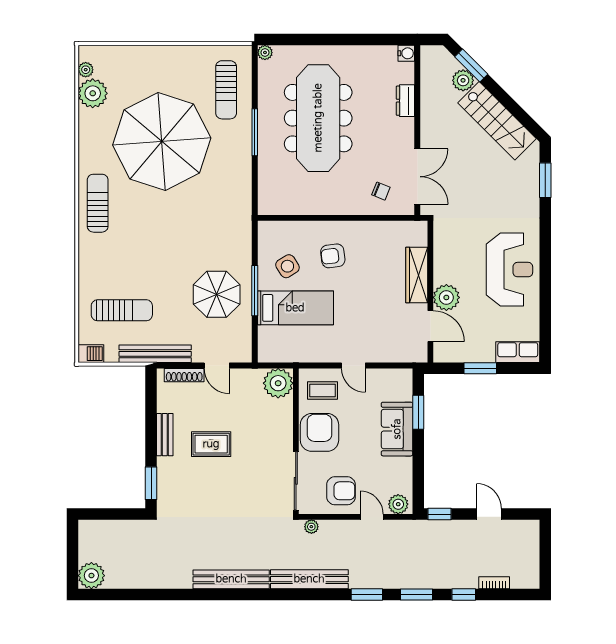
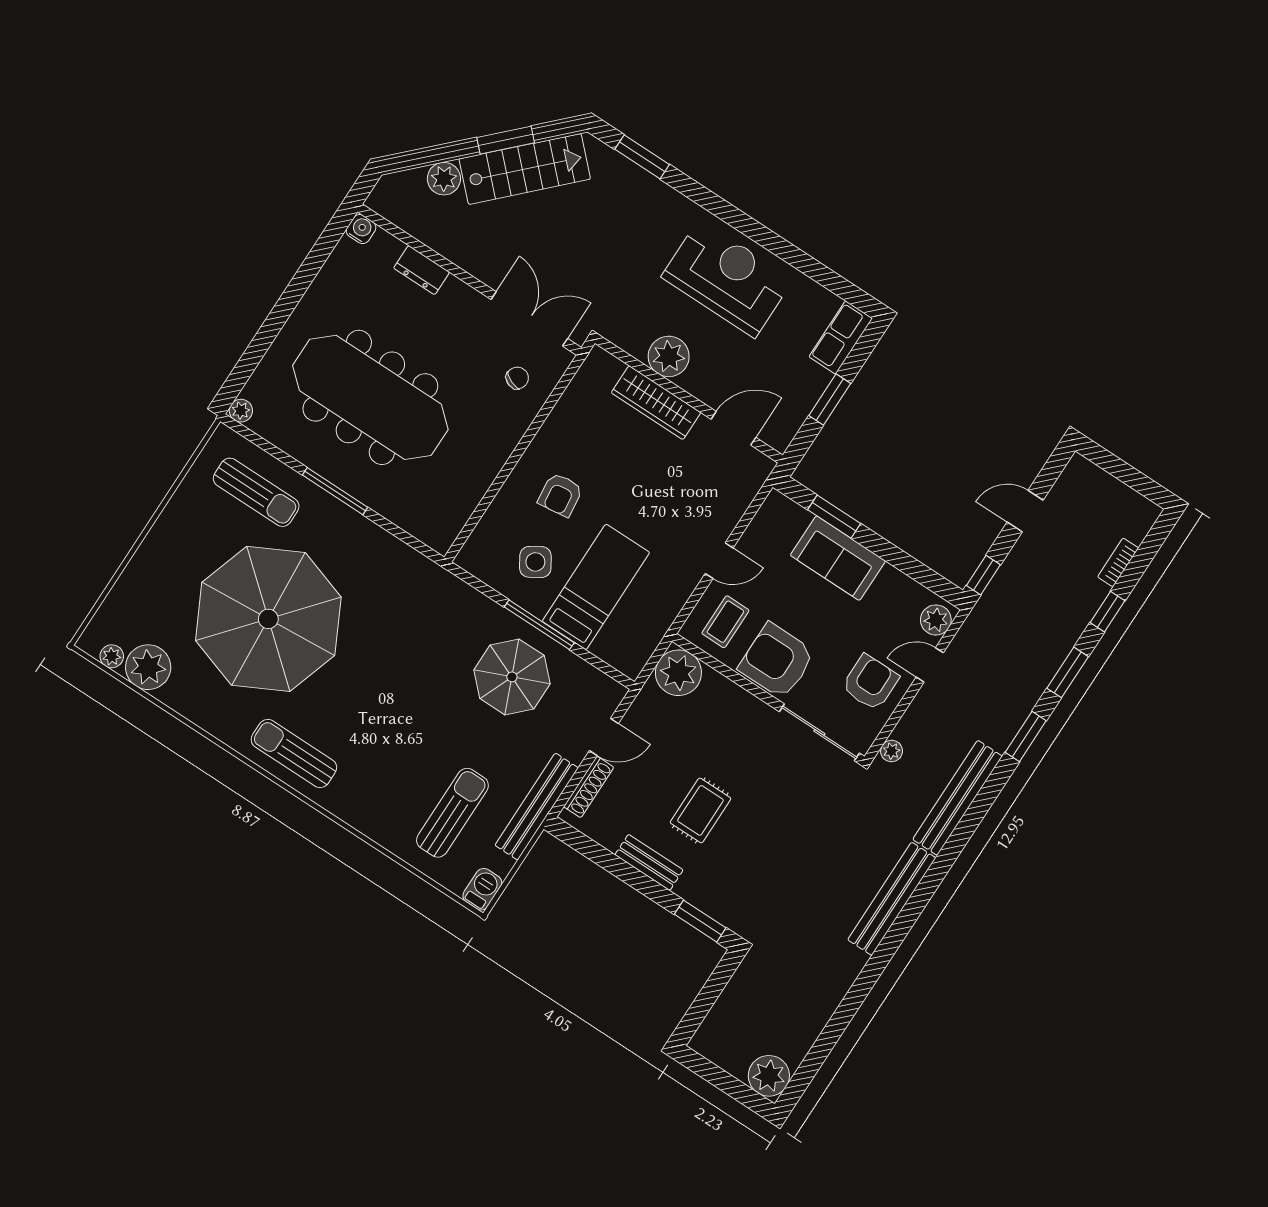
window: (471, 65) -> (506, 140), moved
plant: (446, 297) -> (669, 356), moved

